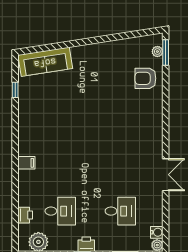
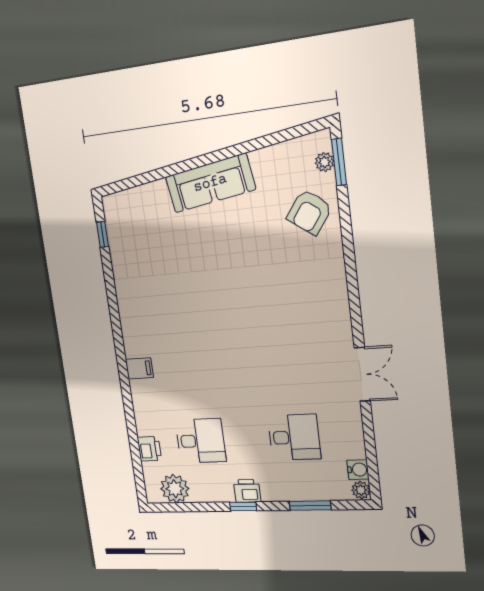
sofa: (45, 62) -> (210, 183), moved
armchair: (145, 78) -> (309, 212), turned -54
window: (15, 90) -> (103, 234), moved

